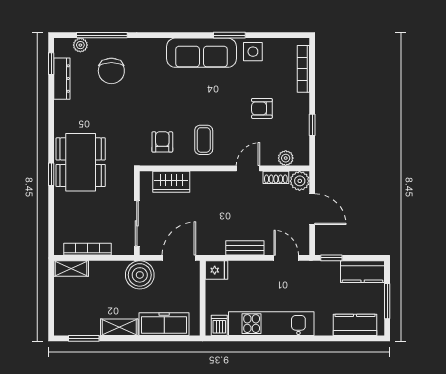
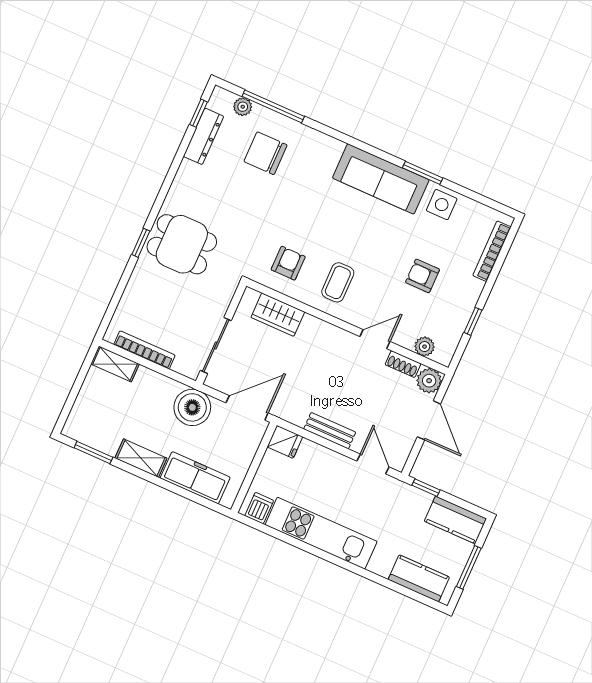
chair: (111, 71) -> (266, 153), turned 90
dining table: (81, 162) -> (182, 244), width x0.73

